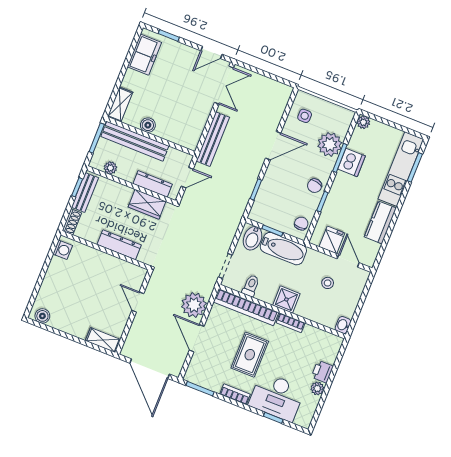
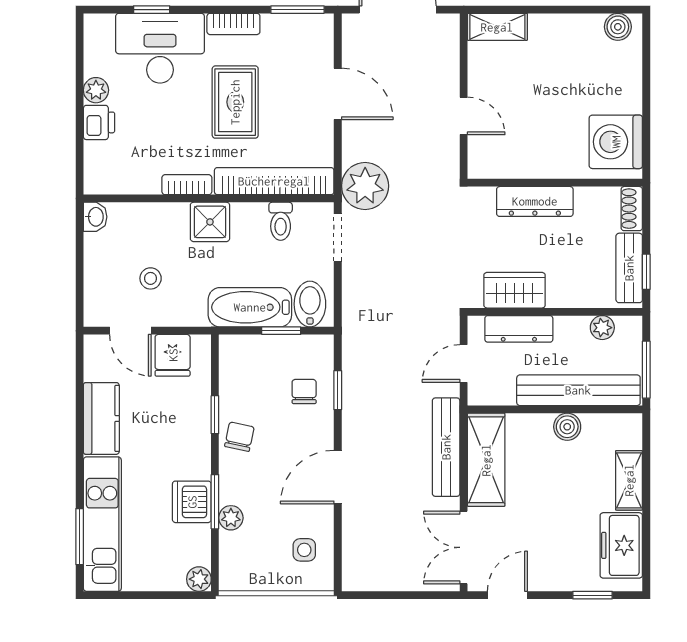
shelving: (120, 104) -> (629, 480), moved
shelving: (195, 125) -> (486, 460), added
plant: (330, 144) -> (231, 518), width x0.53, depth x0.53
chair: (301, 224) -> (304, 391), moved, turned 180
washing machine: (63, 250) -> (616, 142), width x1.89, depth x1.89
plant: (194, 305) -> (365, 186), moved

